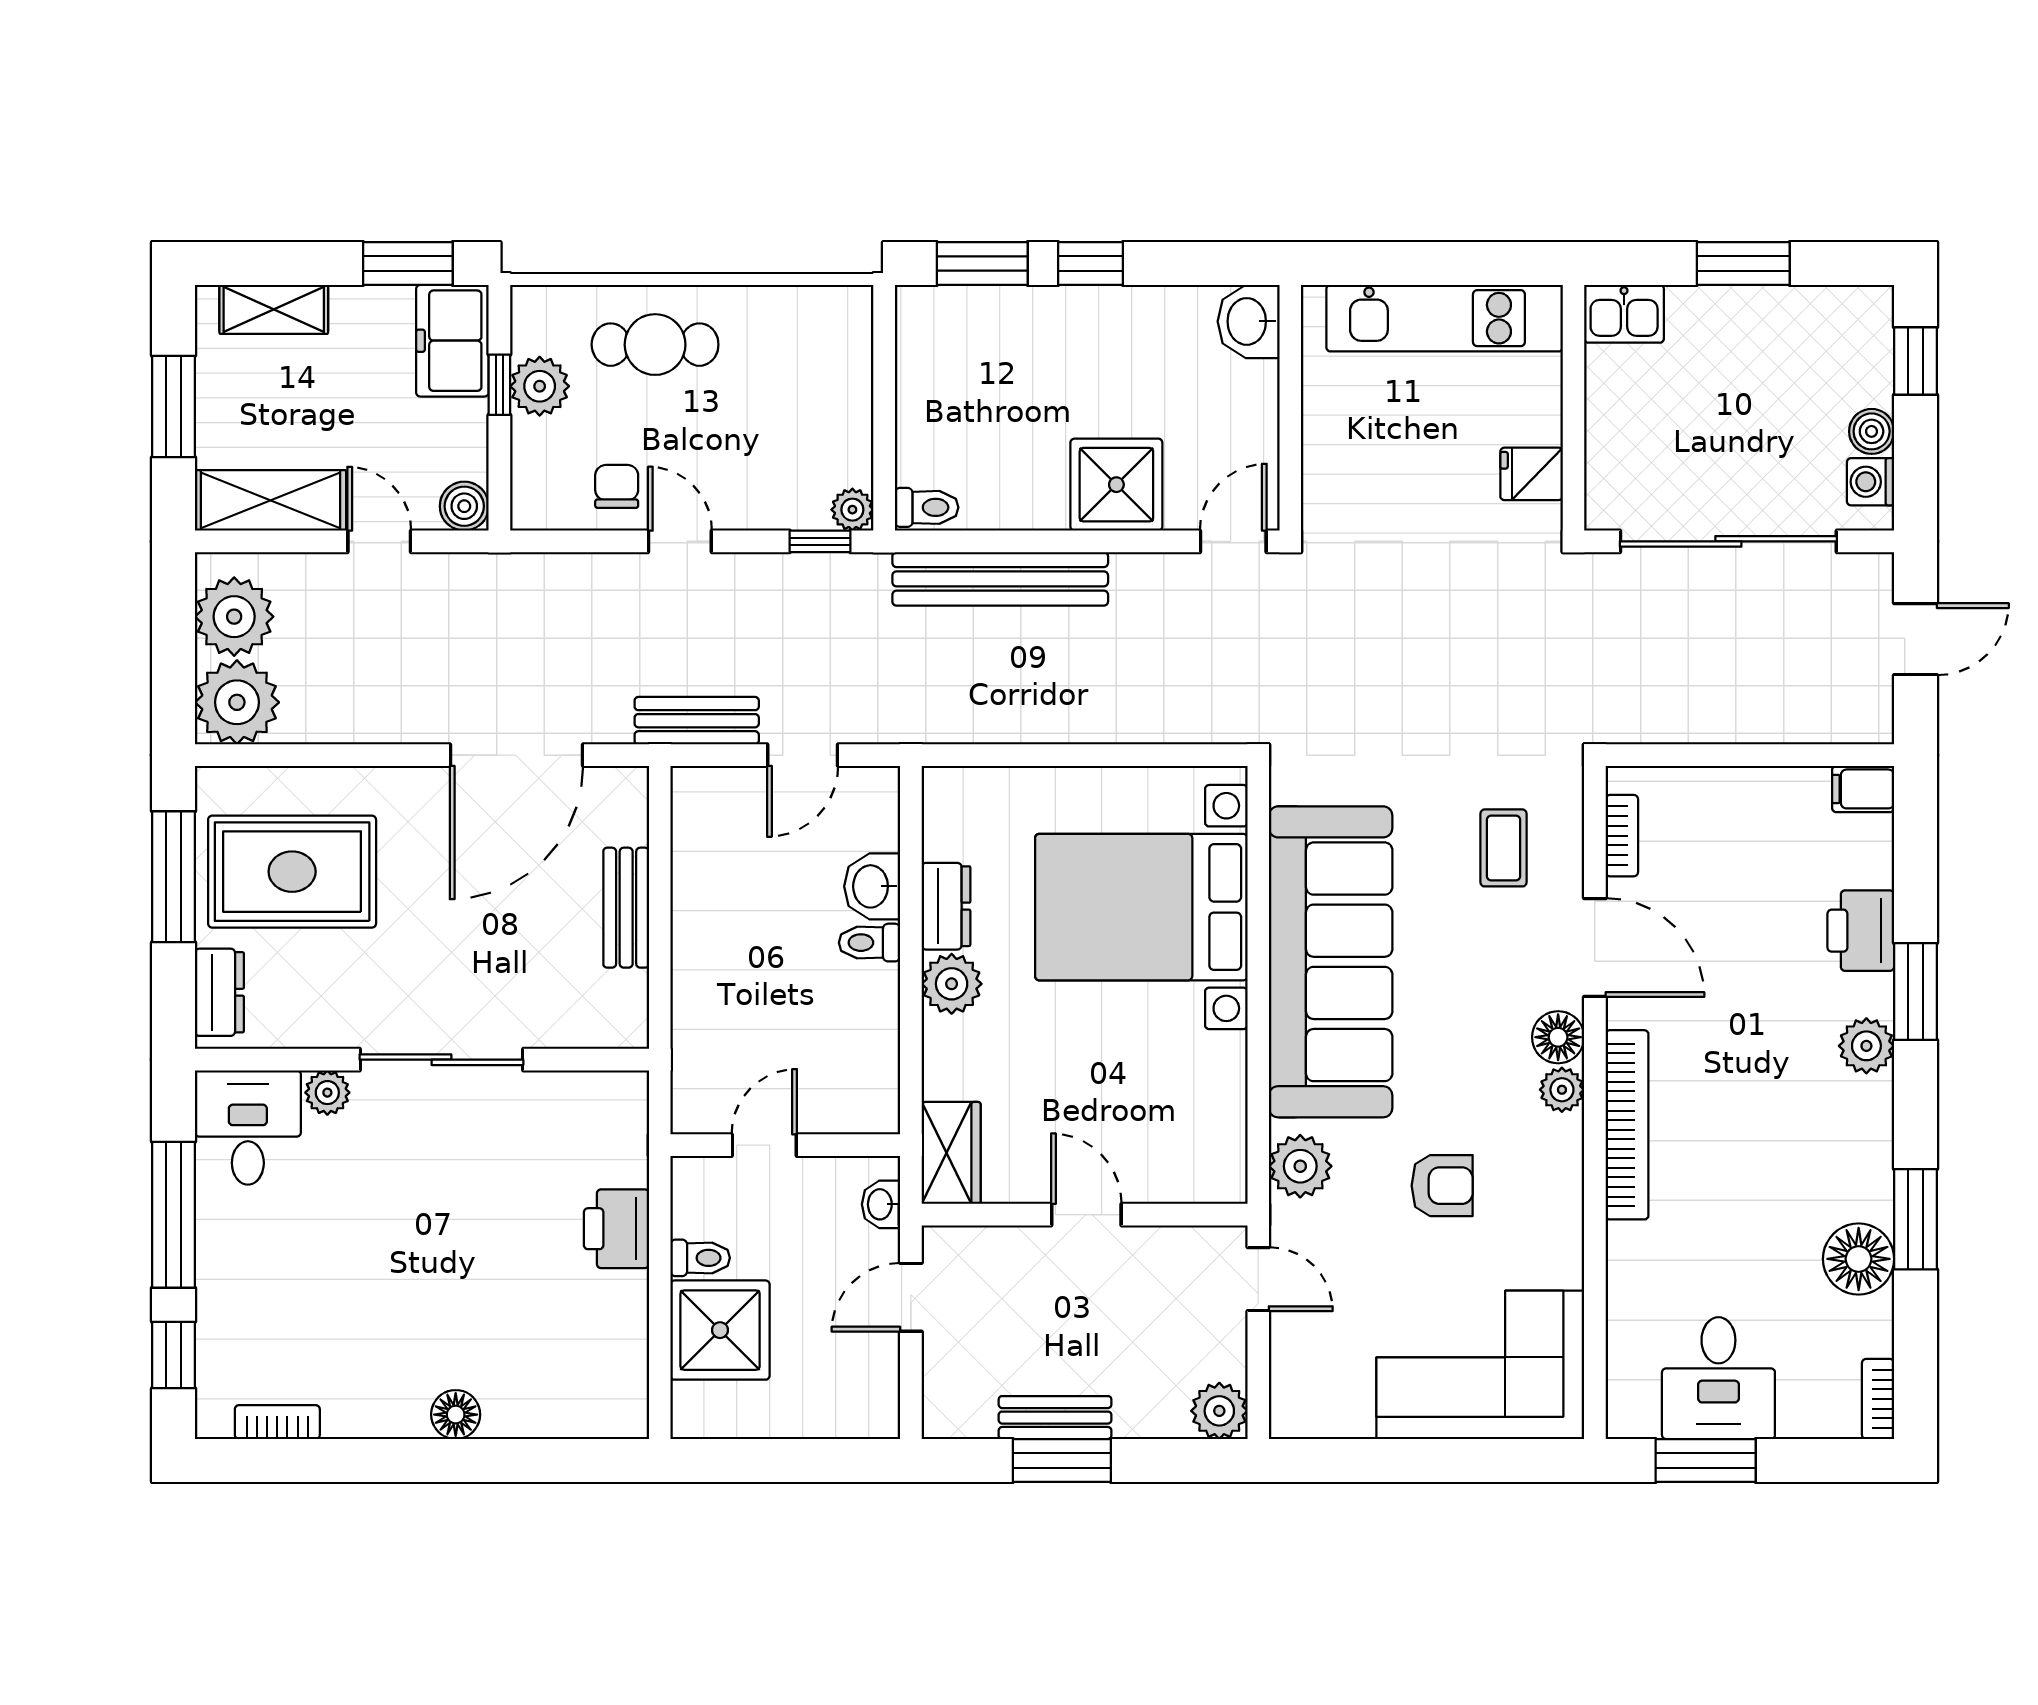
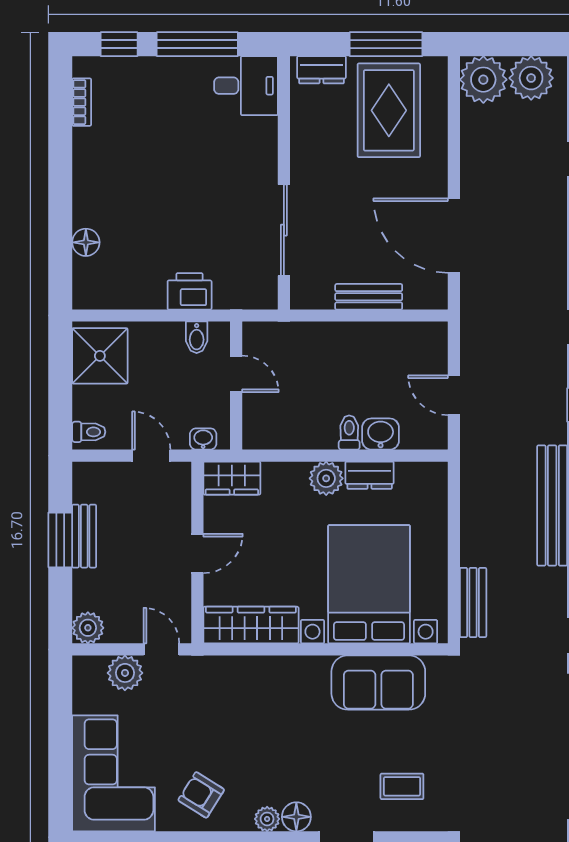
bench: (697, 721) -> (473, 603), moved
sofa: (1331, 962) -> (378, 683), width x0.54, depth x0.79
sliding door: (441, 1060) -> (284, 230), moved
plant: (327, 1093) -> (266, 130), removed
wardrobe: (1215, 1119) -> (251, 625), added
plant: (1300, 1166) -> (125, 673), moved
armchair: (1442, 1186) -> (201, 795), moved, turned 122
bidet: (699, 1216) -> (197, 337), added
toilet: (700, 1258) -> (89, 432), moved, turned -90
door: (1258, 1279) -> (161, 649), swing flipped
shower: (720, 1330) -> (100, 356), moved
floor lamp: (456, 1415) -> (86, 242), moved

